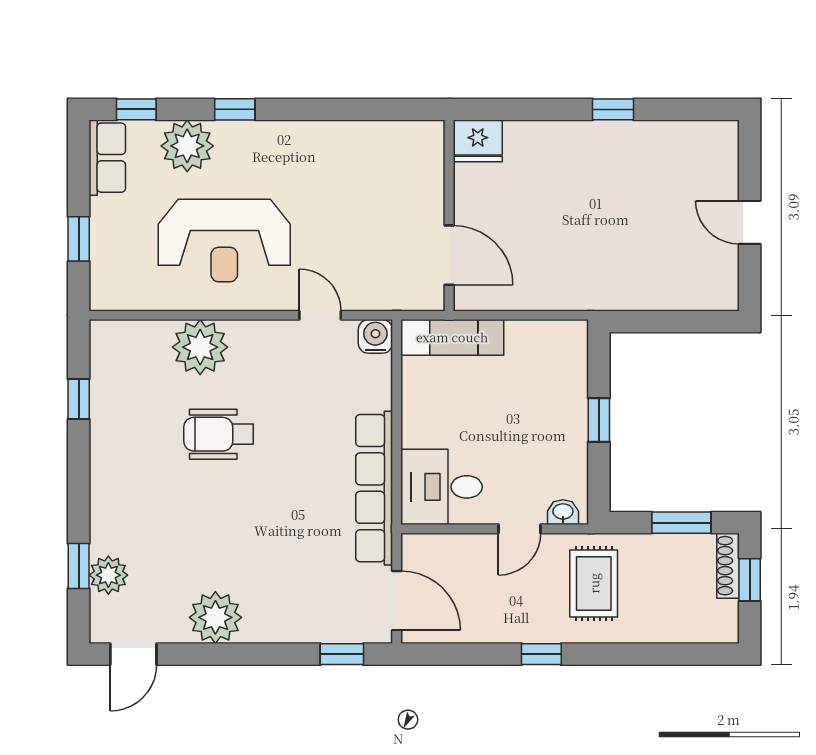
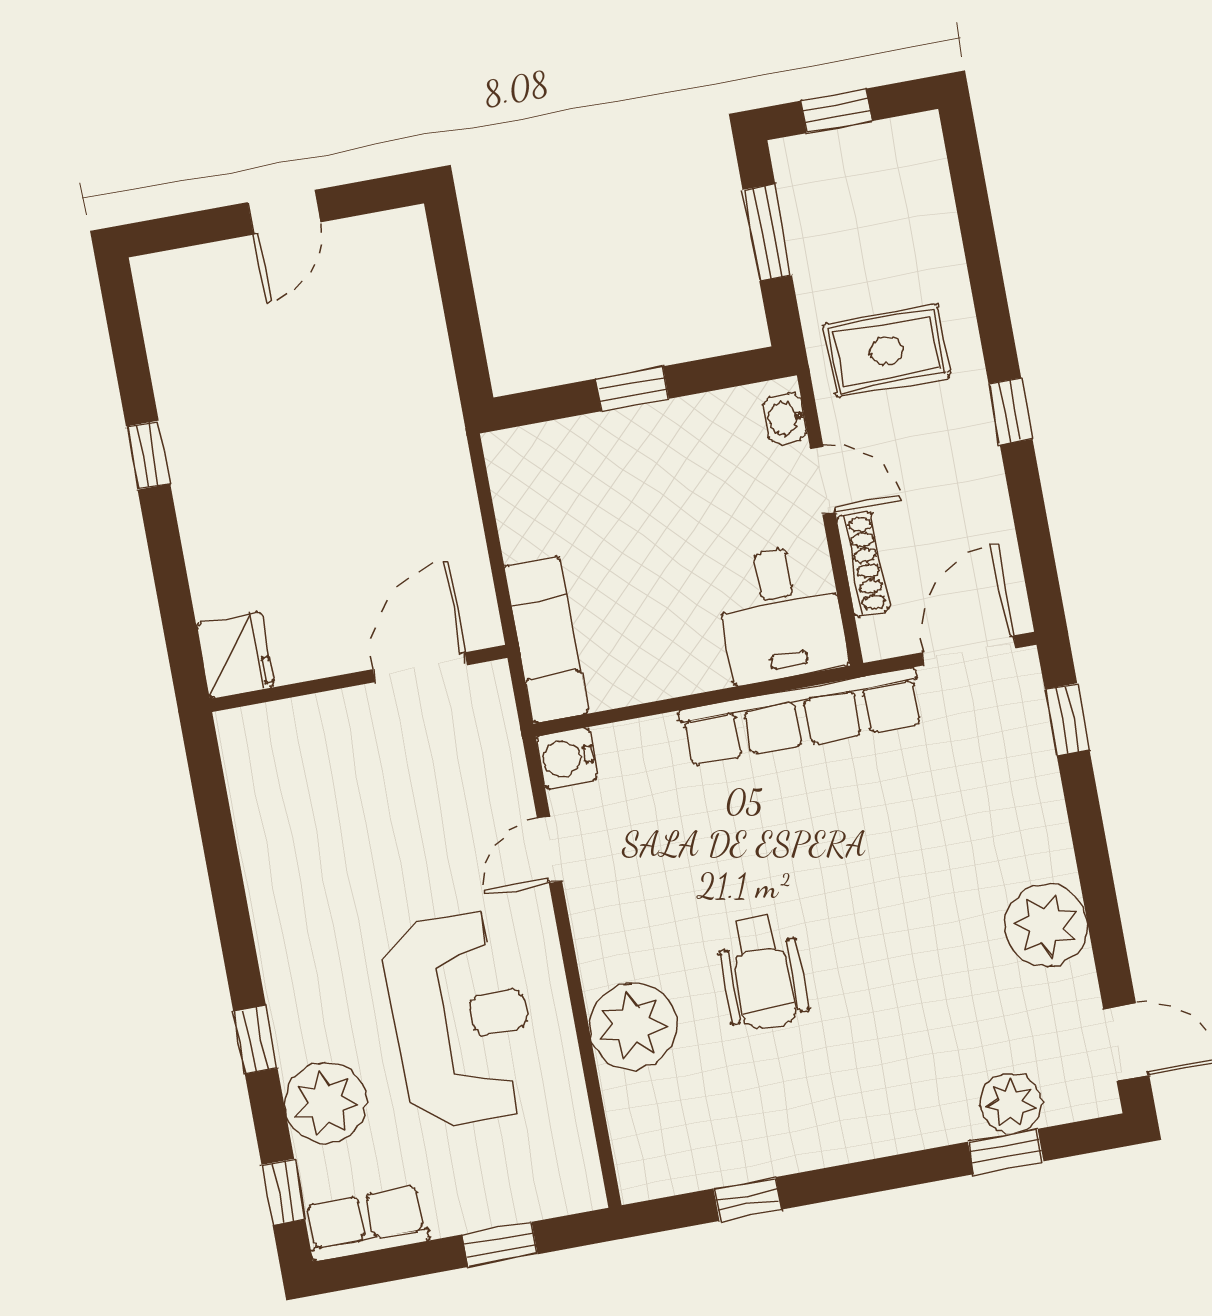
shoe rack: (728, 566) -> (863, 564), moved, turned -90

